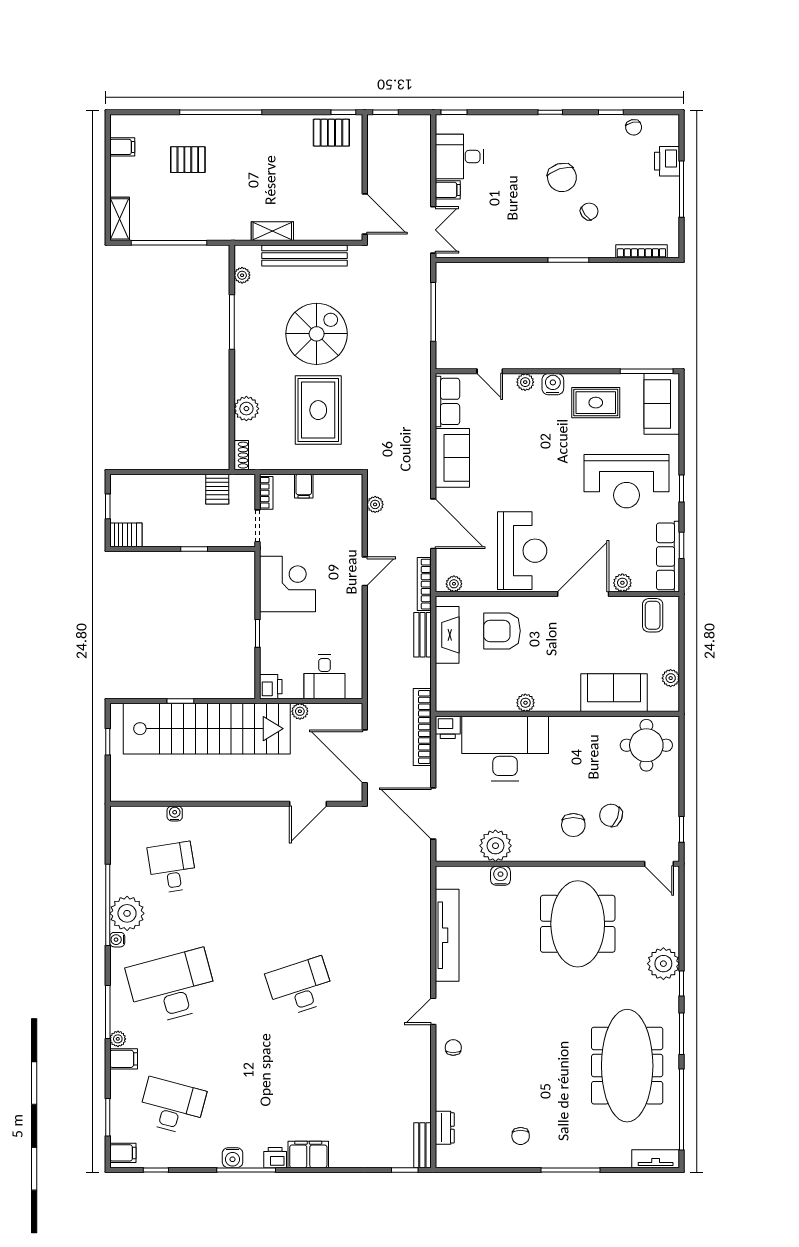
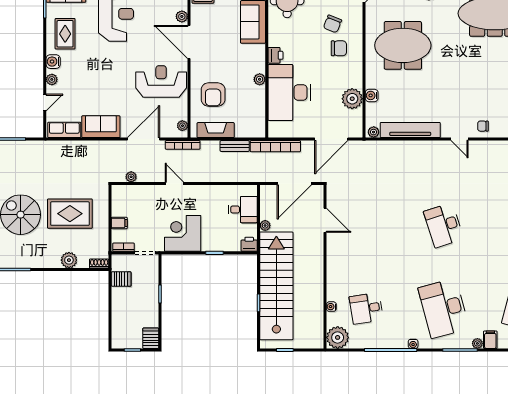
bench: (423, 635) -> (235, 146), moved
printer: (448, 727) -> (275, 55), moved
plant: (444, 879) -> (374, 132), added
plant: (127, 913) -> (338, 337), moved

